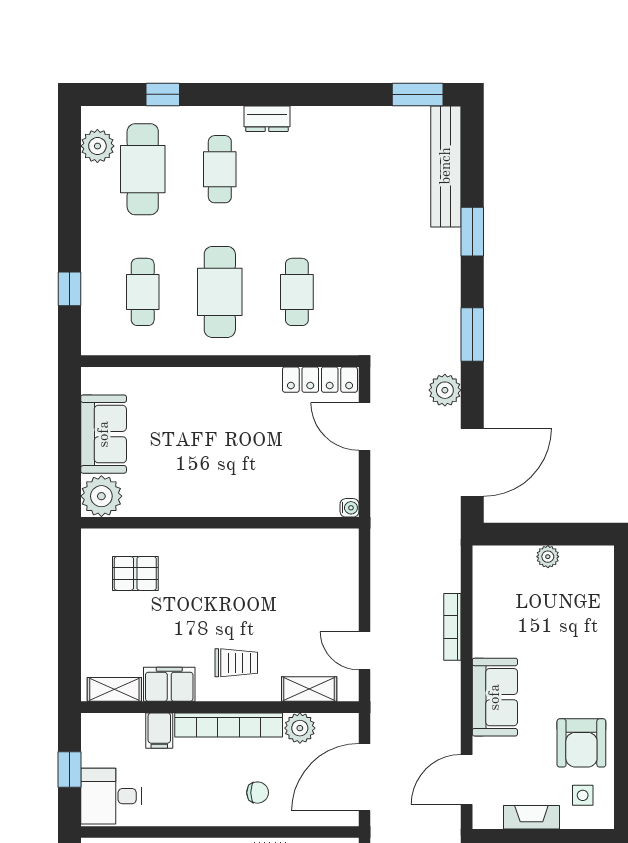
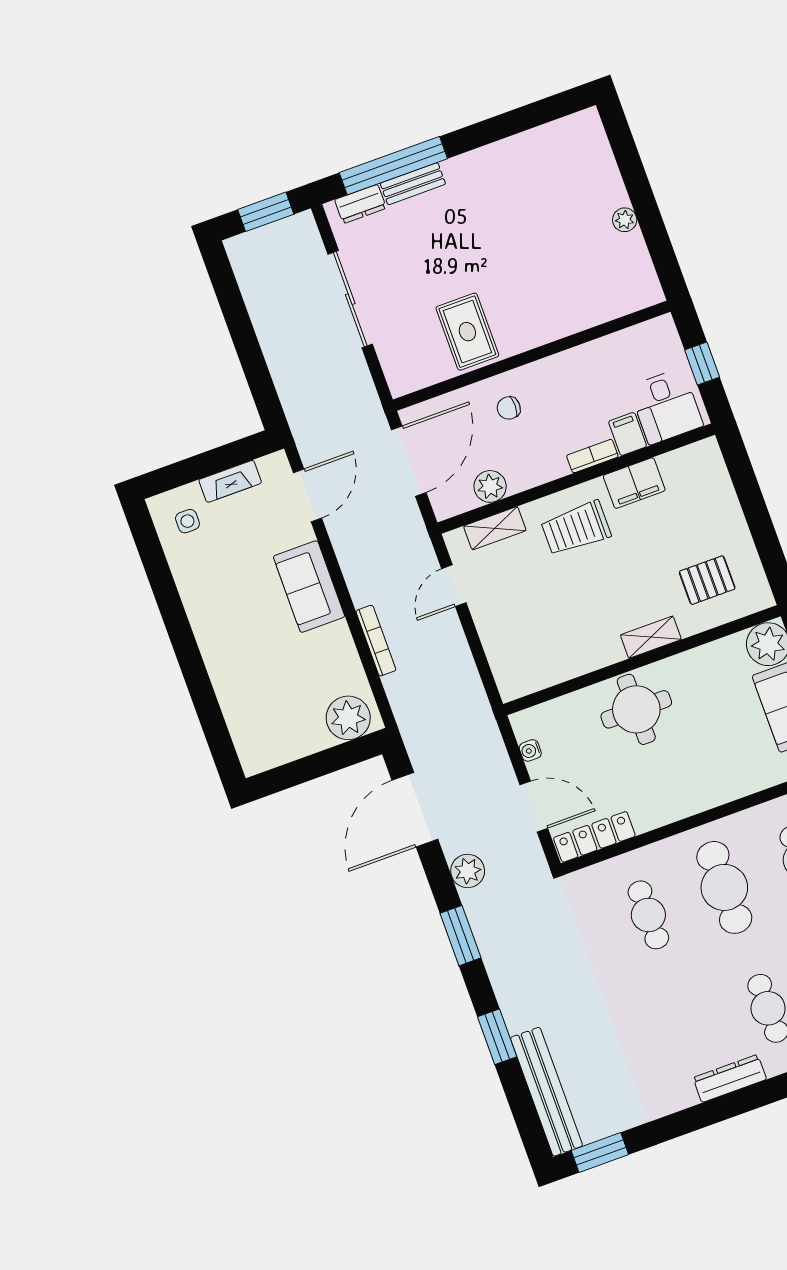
dresser: (267, 119) -> (730, 1078), width x1.44
round table: (241, 480) -> (636, 709), added
water cooler: (350, 508) -> (530, 750), moved
plant: (548, 557) -> (348, 718), moved, width x1.88, depth x1.88
door: (364, 651) -> (454, 586), swing flipped
trolley: (236, 663) -> (576, 528), width x1.36, depth x1.39
shelving: (114, 689) -> (651, 637), moved
bookcase: (229, 725) -> (592, 456), width x0.43, depth x0.76
armchair: (581, 743) -> (207, 572), removed
desk: (111, 796) -> (666, 406), moved, turned 90

